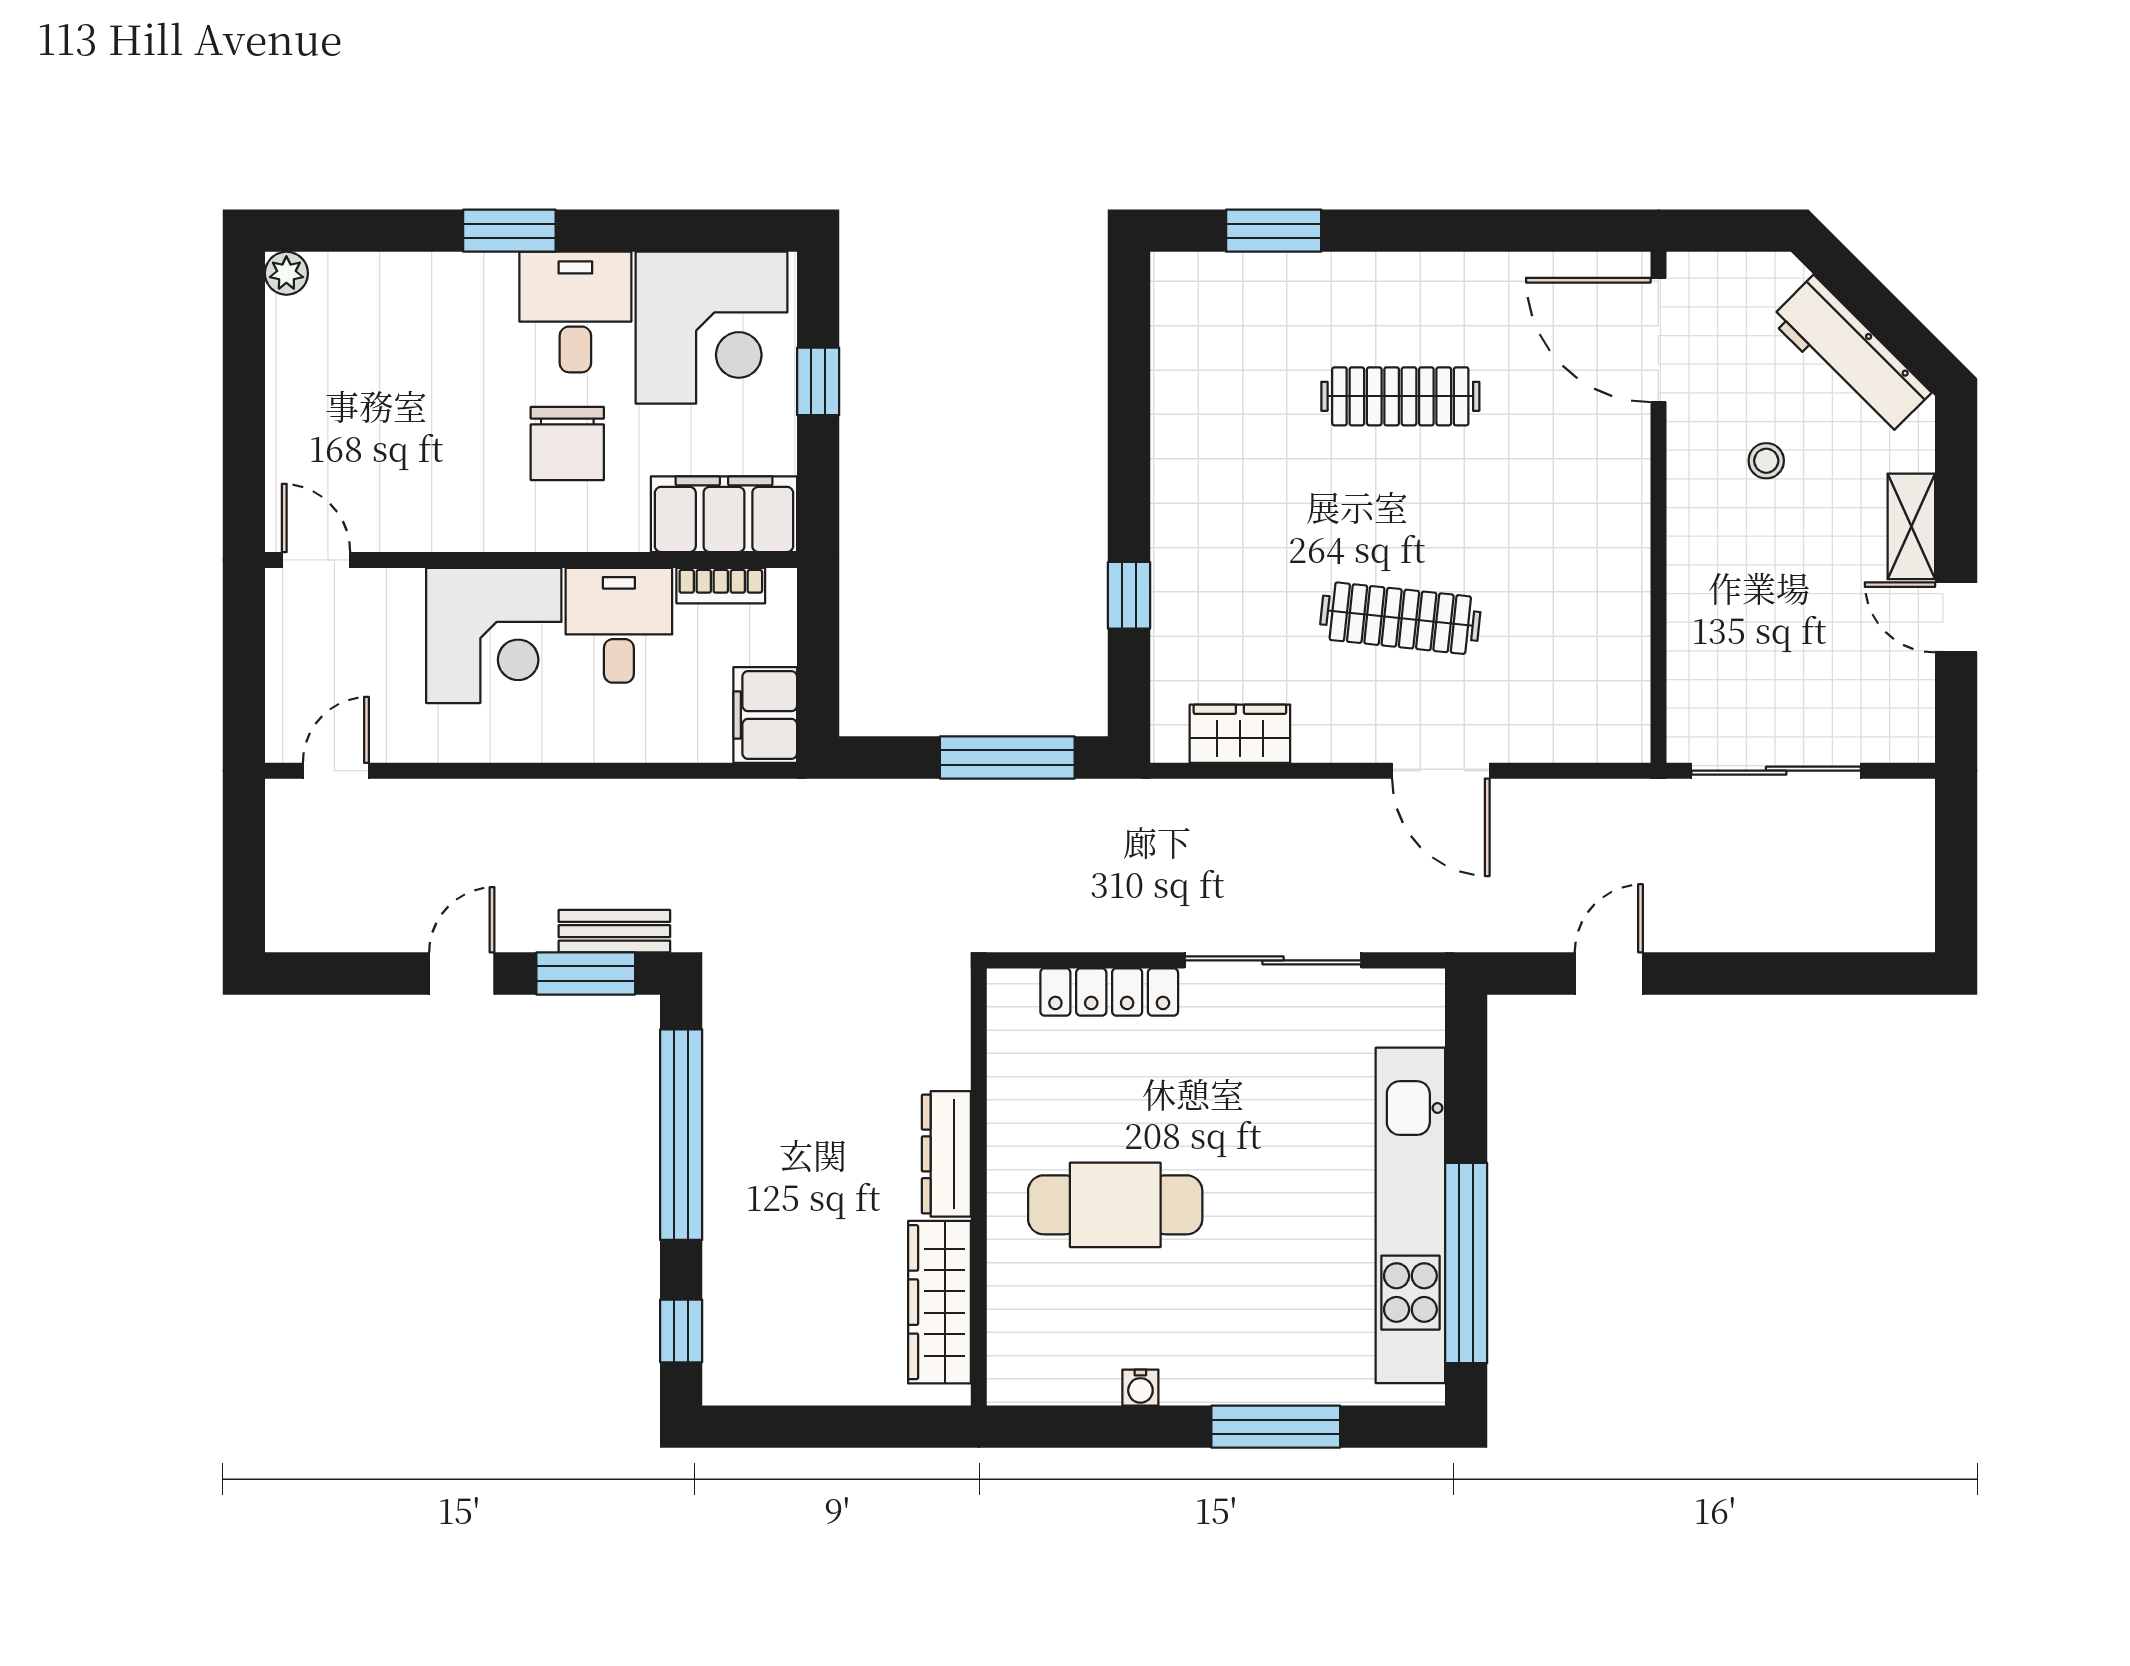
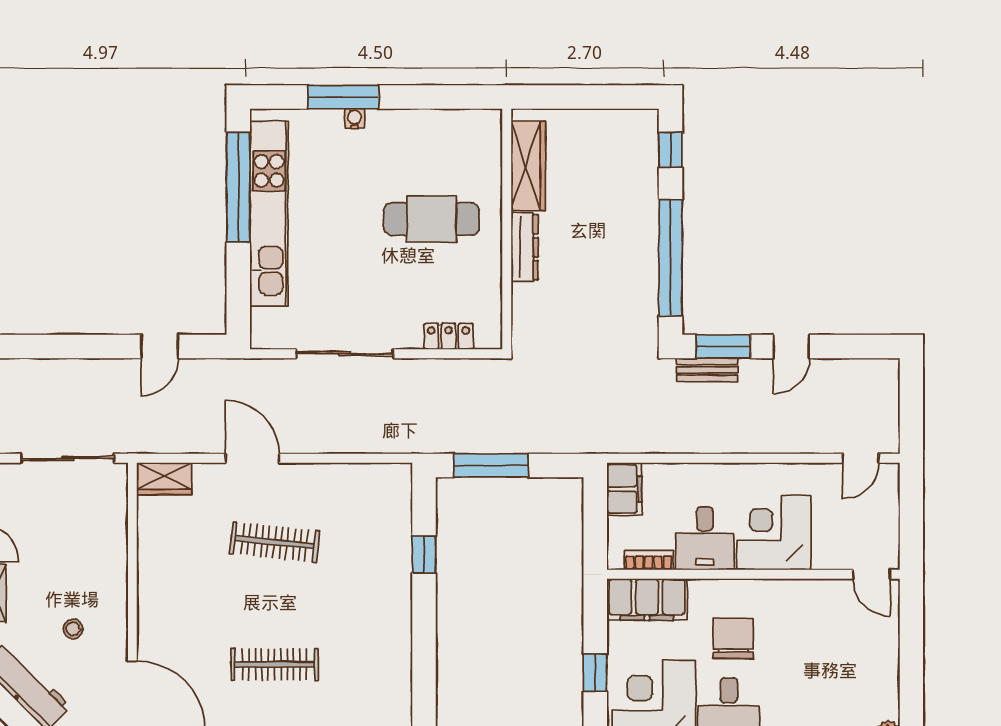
wardrobe: (1240, 734) -> (164, 479), moved
locker: (1109, 992) -> (448, 336), width x0.66
water cooler: (1140, 1388) -> (355, 119), moved

